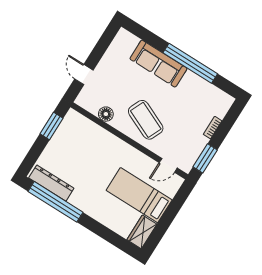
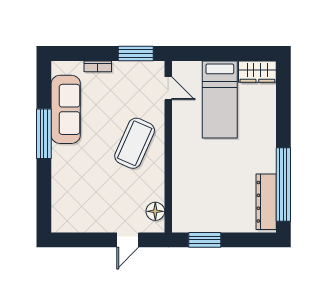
window: (190, 63) -> (44, 134), width x0.68
sofa: (158, 64) -> (66, 109), moved
floor lamp: (106, 114) -> (155, 211), moved

